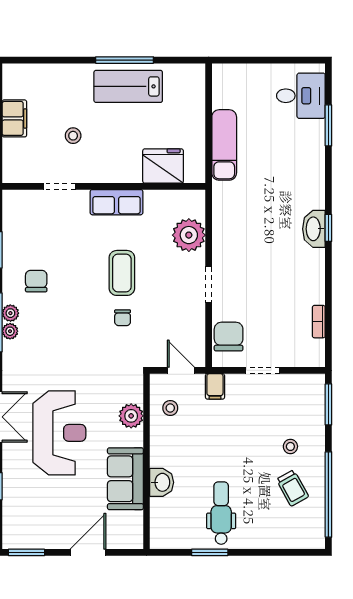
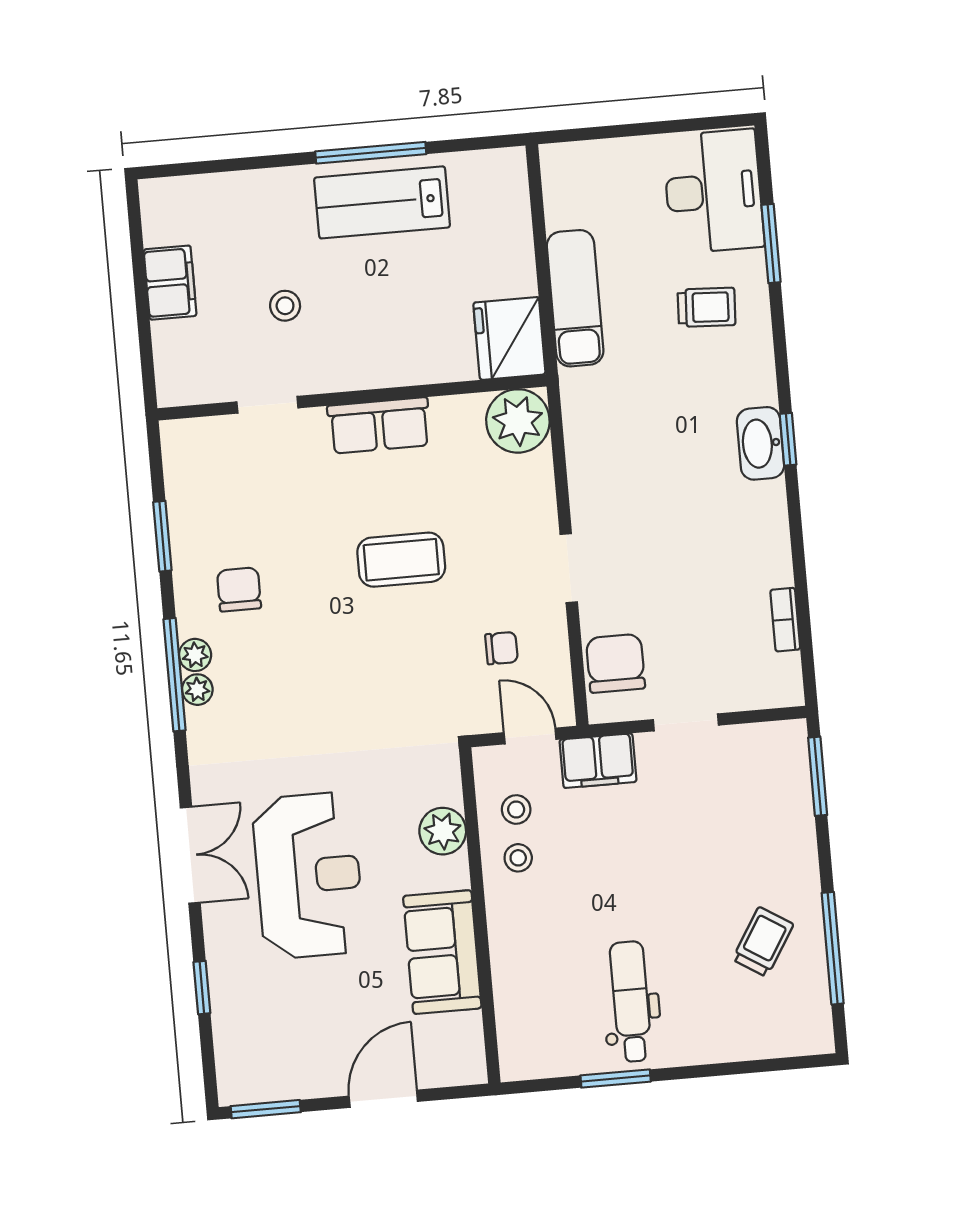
desk: (301, 96) -> (713, 191), width x1.37
trolley: (292, 156) -> (707, 307), added
fridge: (163, 166) -> (509, 338), moved, turned -90
plant: (189, 235) -> (518, 421), moved
coffee table: (122, 273) -> (401, 560), turned 90
chair: (123, 318) -> (501, 648), moved, turned -90
filing cabinet: (215, 386) -> (598, 761), width x2.00
stool: (290, 446) -> (518, 858), moved
washbasin: (162, 482) -> (512, 953), removed
trolley: (292, 488) -> (763, 942), turned -119
window: (328, 495) -> (833, 948), width x0.68

